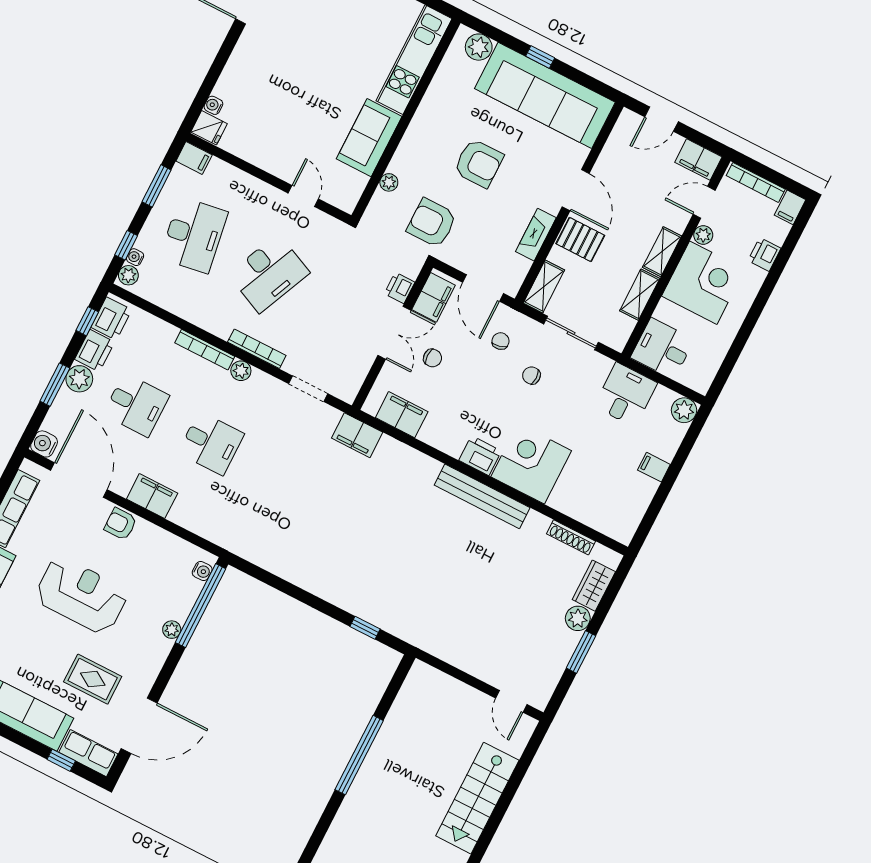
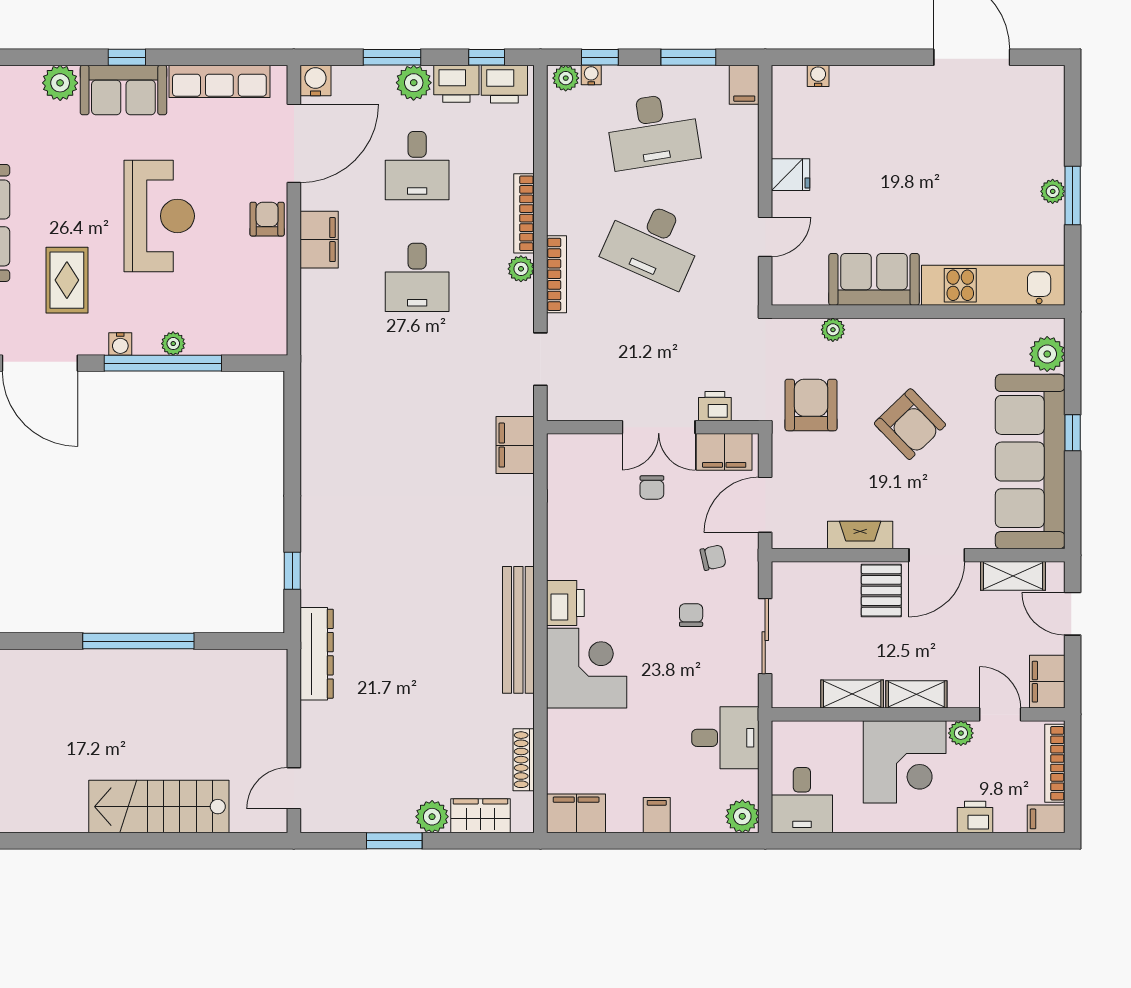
fridge: (209, 128) -> (791, 175), moved, turned -90
armchair: (479, 163) -> (910, 424), turned -44
shelving: (544, 287) -> (1013, 576), moved
desk: (662, 348) -> (802, 800), moved, turned 180
filing cabinet: (402, 415) -> (576, 813), moved, turned -90
water cooler: (202, 571) -> (120, 344), moved
window: (201, 606) -> (163, 363), moved
dresser: (429, 640) -> (317, 654), added

